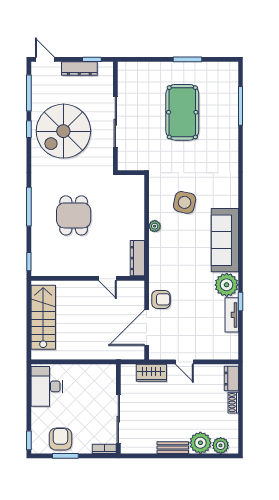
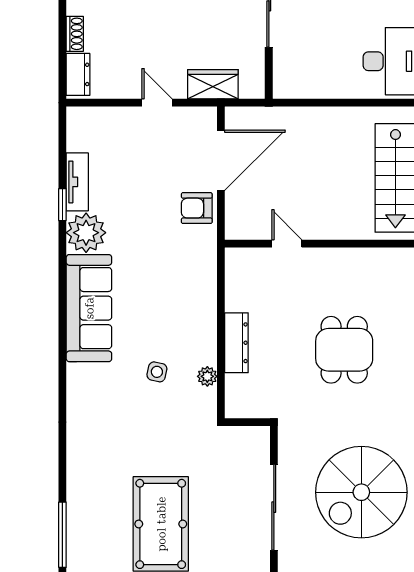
spiral stairs: (63, 131) -> (361, 492), turned 180
side table: (185, 202) -> (157, 372), width x0.54, depth x0.54
plant: (155, 226) -> (207, 376), moved
dresser: (137, 258) -> (236, 343), moved

